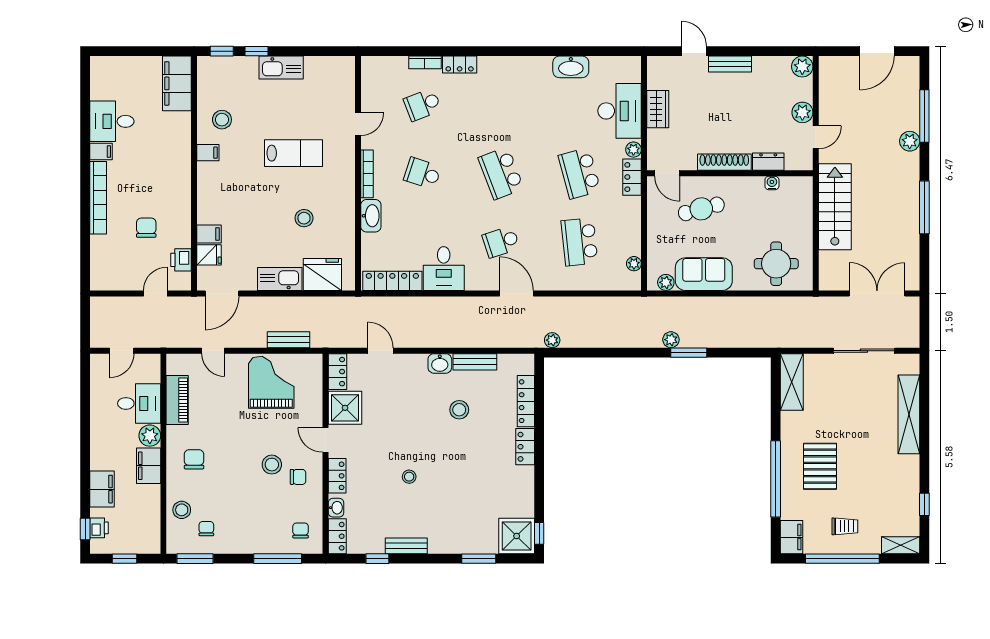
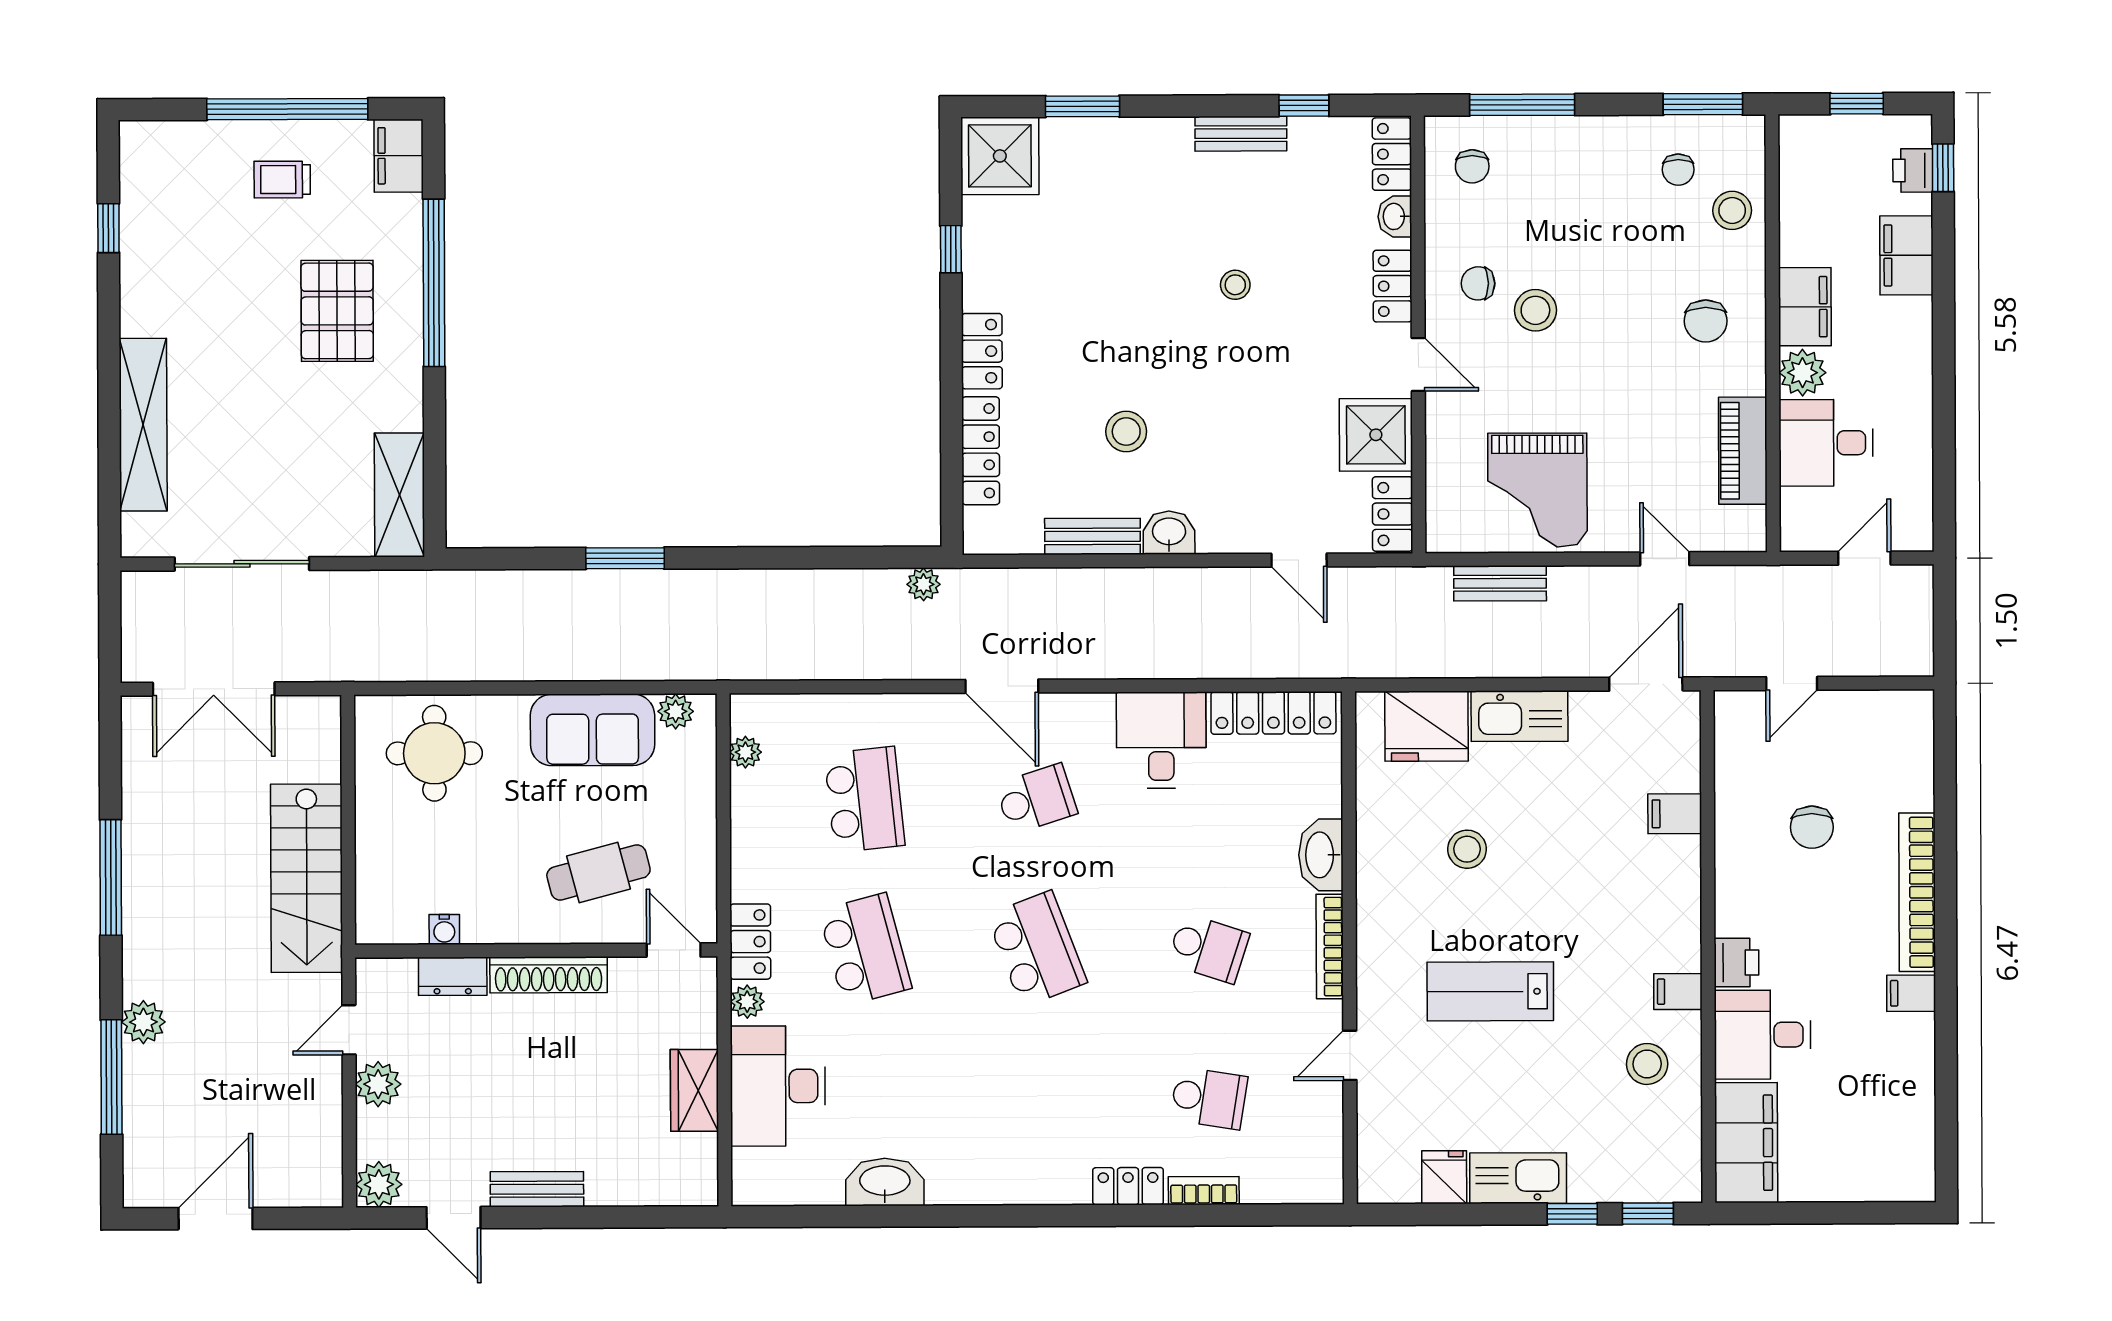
door: (694, 51) -> (454, 1218), moved
school desk: (422, 105) -> (1209, 1098), turned 30
desk: (112, 121) -> (1763, 1035), moved, turned 180
fridge: (209, 255) -> (1444, 1177), moved, turned 90
printer: (181, 260) -> (1737, 963), moved
plant: (671, 340) -> (664, 586), removed
window: (539, 533) -> (951, 249), moved
shelving: (901, 545) -> (160, 139), removed

